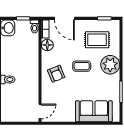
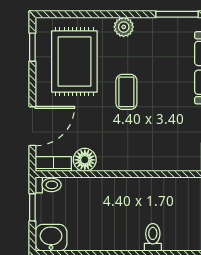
rug: (97, 40) -> (74, 61), width x1.36, depth x1.43
plant: (110, 65) -> (124, 27), width x0.53, depth x0.53
armchair: (56, 74) -> (141, 142), removed

